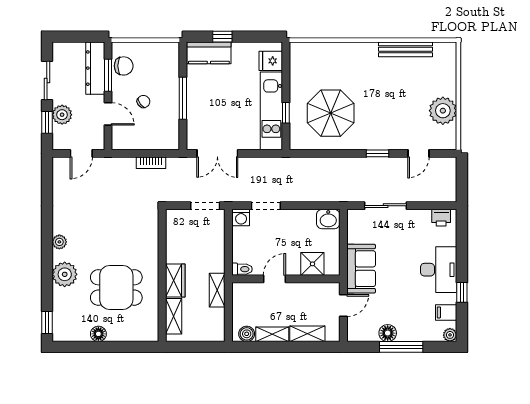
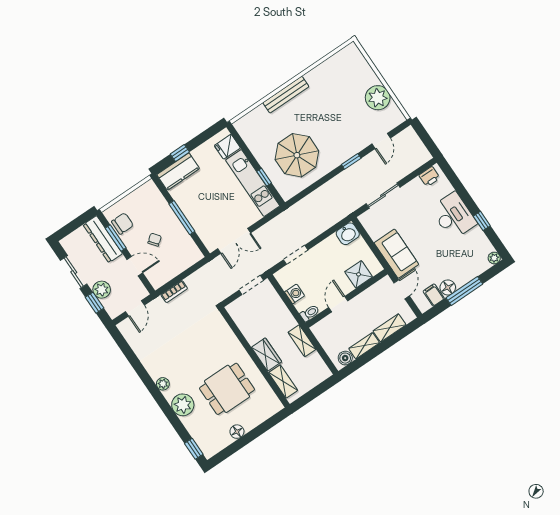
bench: (405, 49) -> (286, 95), moved
bookcase: (151, 163) -> (174, 292), moved
washing machine: (241, 217) -> (295, 294), moved, turned -90
filing cabinet: (446, 312) -> (434, 295), moved, turned 90

